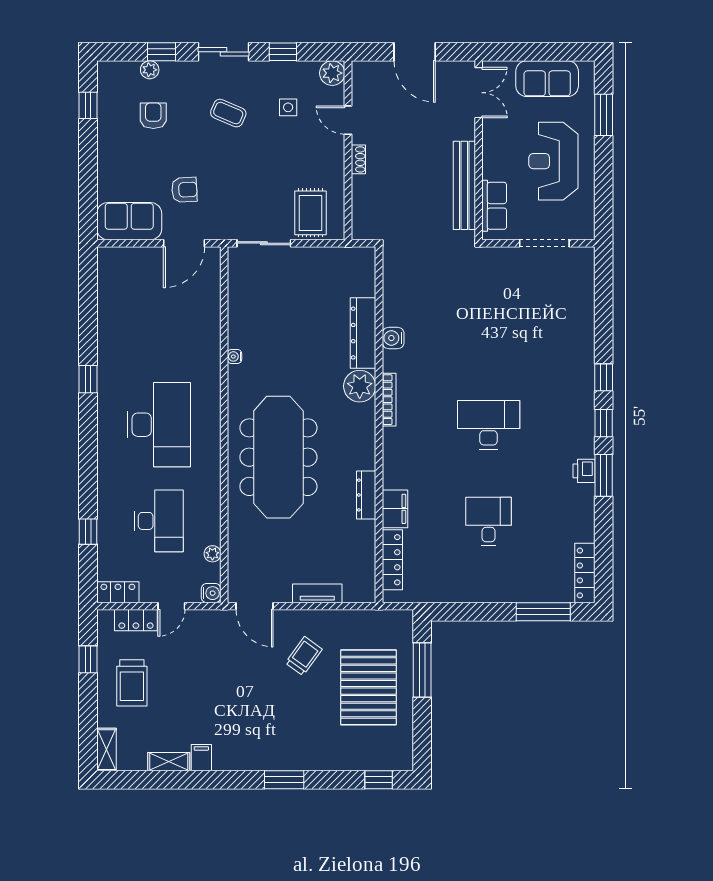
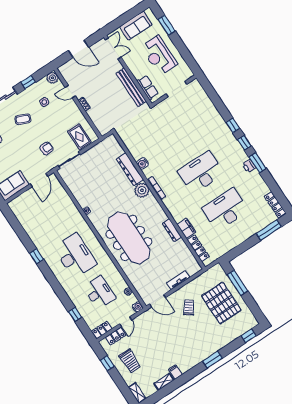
armchair: (184, 190) -> (46, 149), moved
desk: (489, 425) -> (201, 172), width x1.36, depth x1.30
desk: (489, 521) -> (225, 209), width x1.87, depth x1.30

